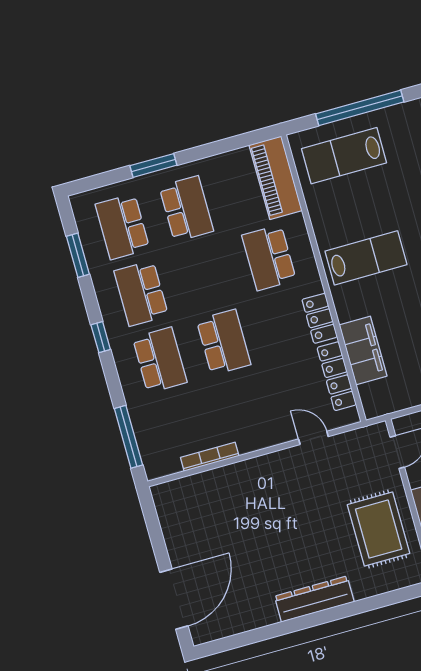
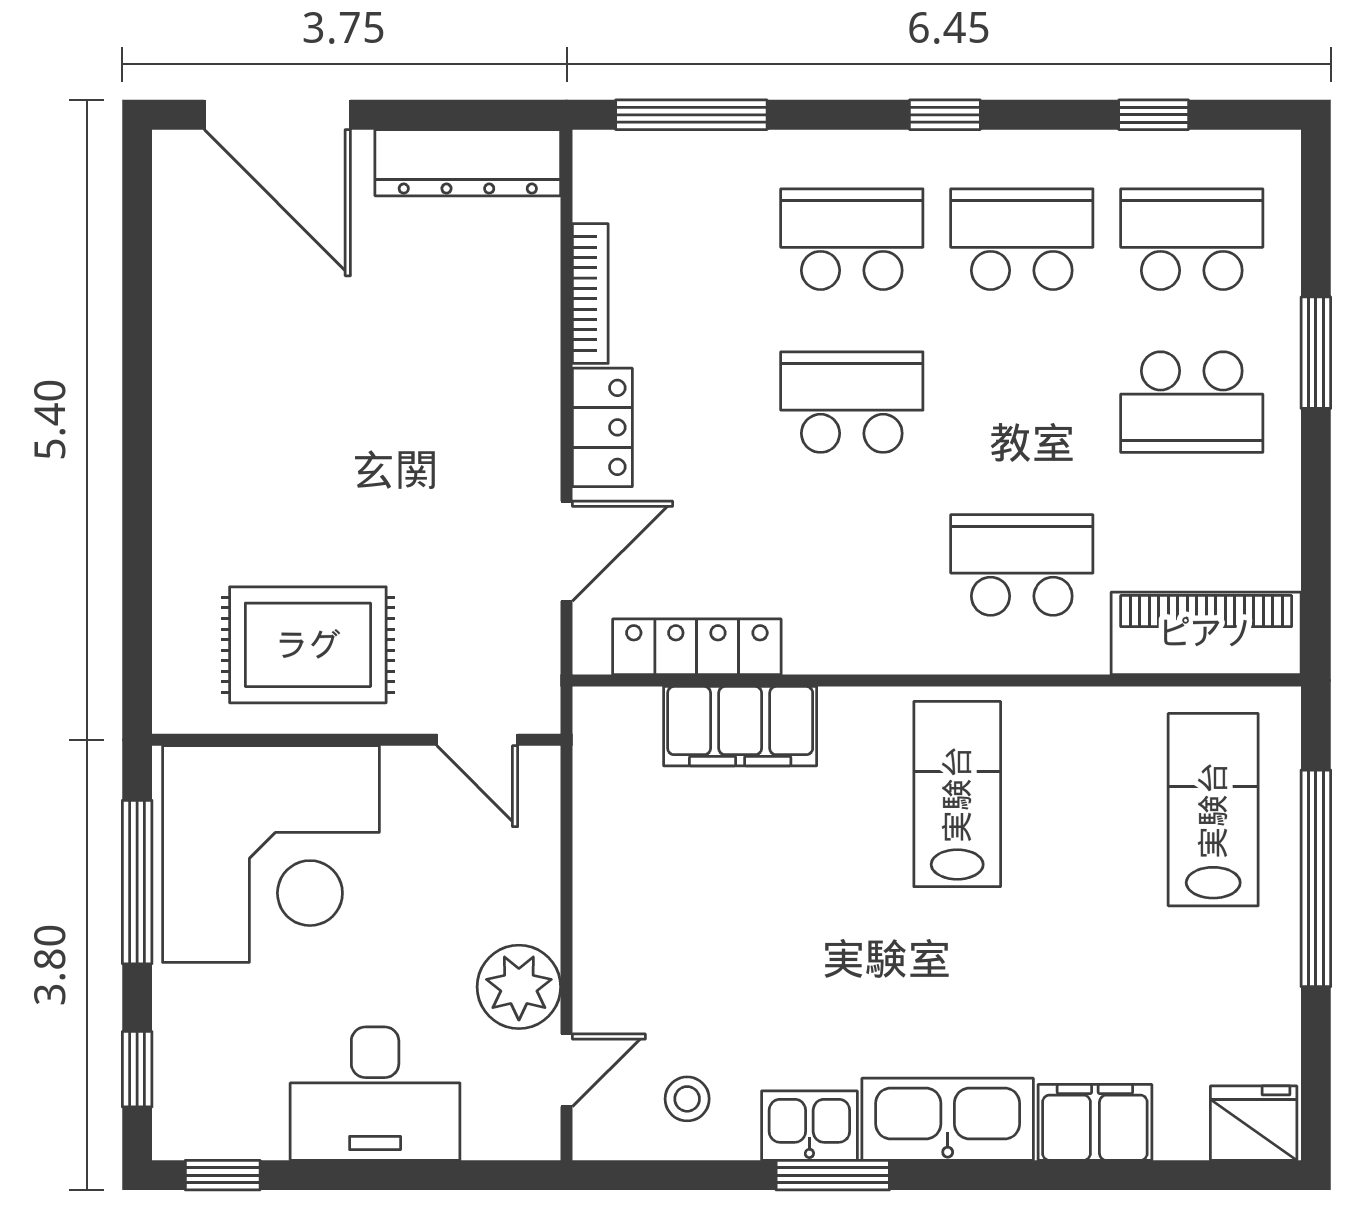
window: (78, 255) -> (1154, 115), width x0.67
lab bench: (366, 258) -> (957, 794), turned 180
locker: (320, 318) -> (602, 427), moved, turned 90
school desk: (224, 342) -> (852, 402), turned 180
school desk: (160, 360) -> (852, 239), turned 180
door: (313, 438) -> (567, 551), width x1.38
dresser: (314, 599) -> (468, 163), moved, turned 90

